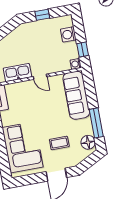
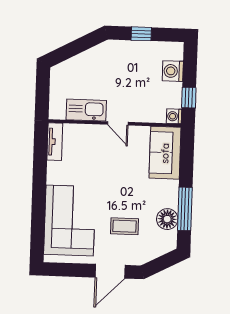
sofa: (76, 95) -> (165, 153), width x0.73
floor lamp: (88, 142) -> (167, 219), moved

